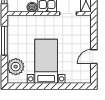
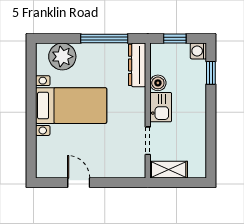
dresser: (21, 20) -> (137, 65), added

